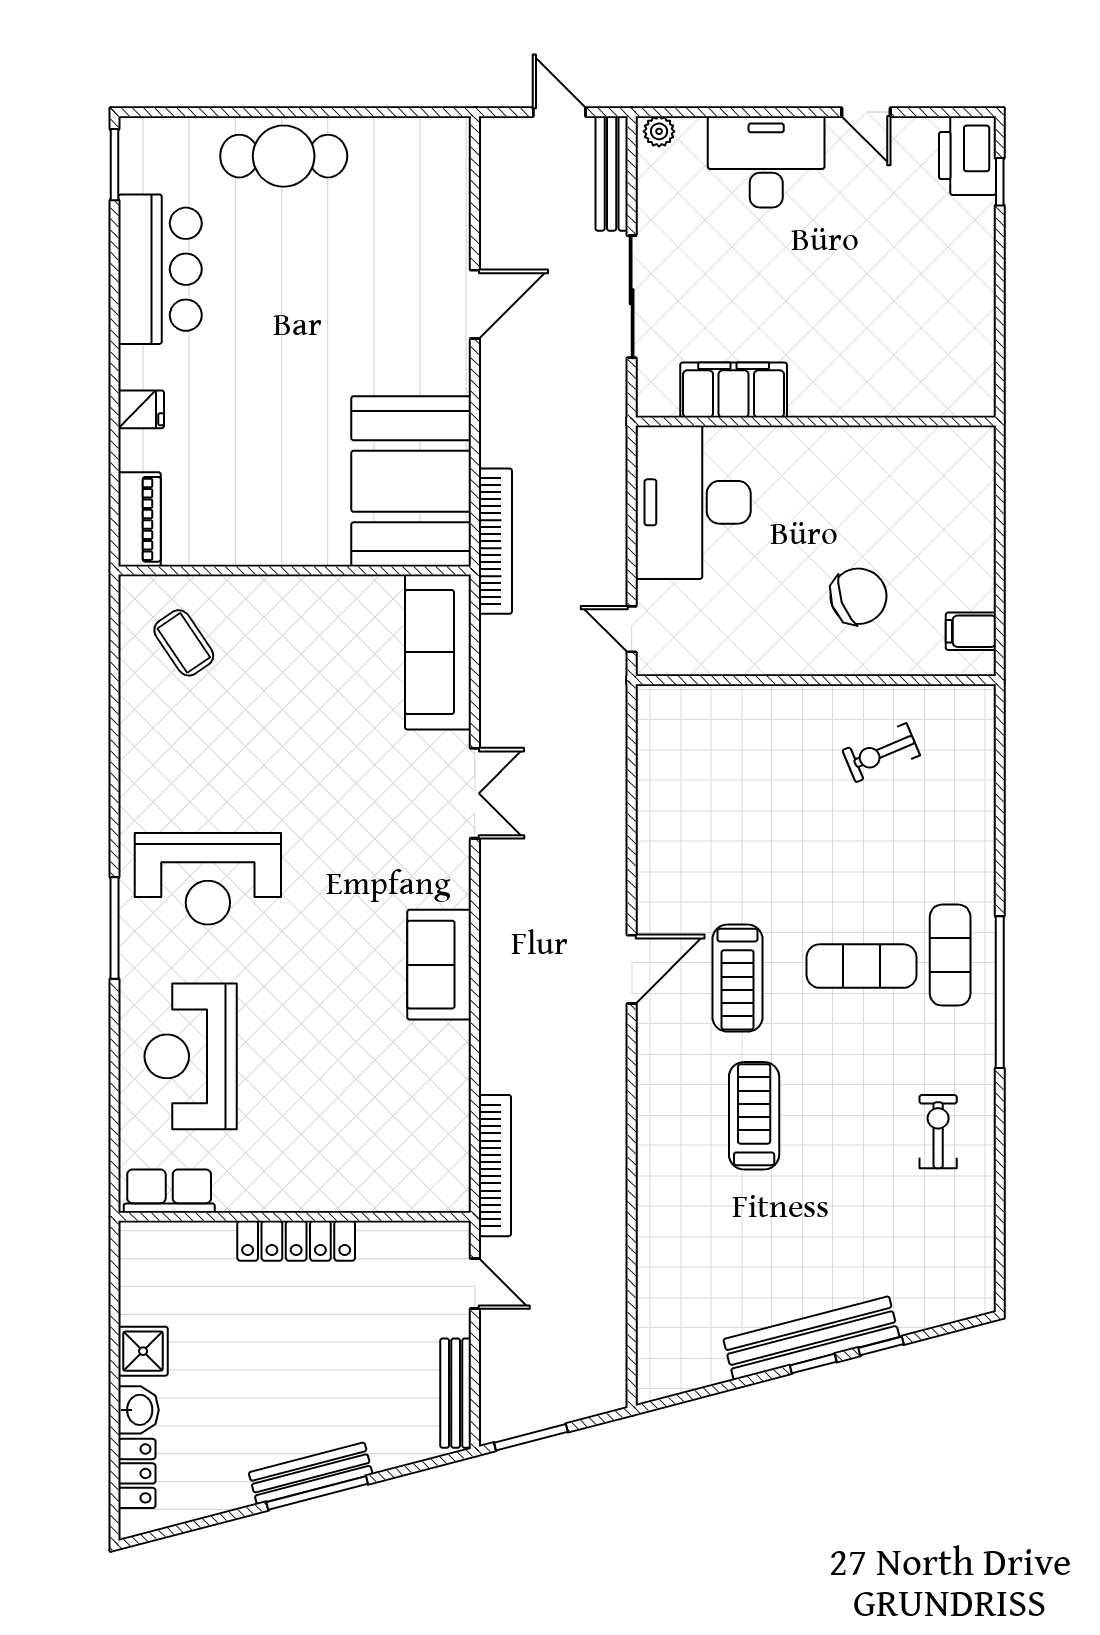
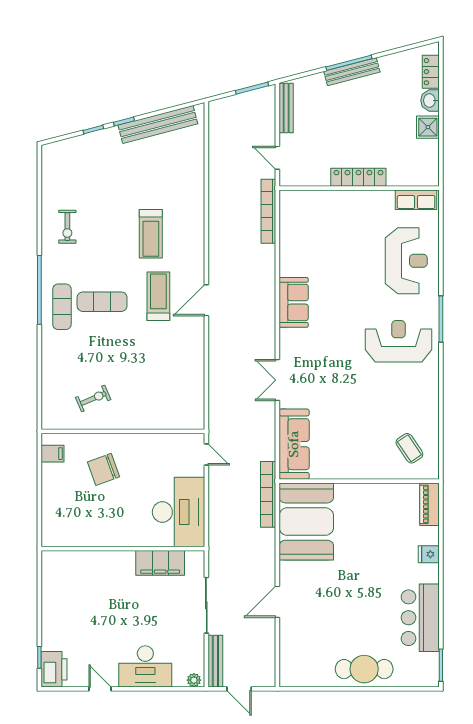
bench: (811, 1338) -> (158, 124), moved

